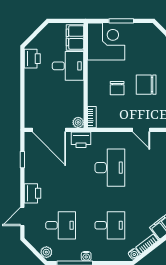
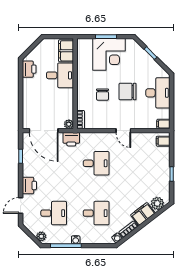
corner desk: (106, 42) -> (109, 54), moved, turned 90
desk: (110, 168) -> (96, 163), width x0.73

